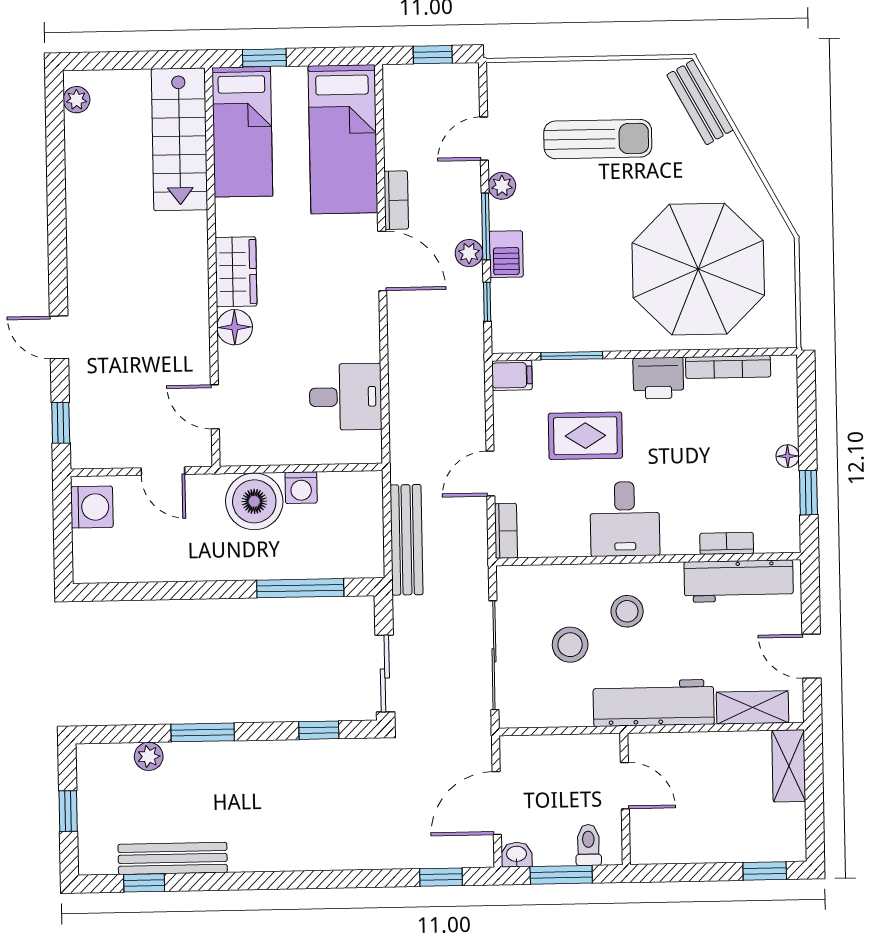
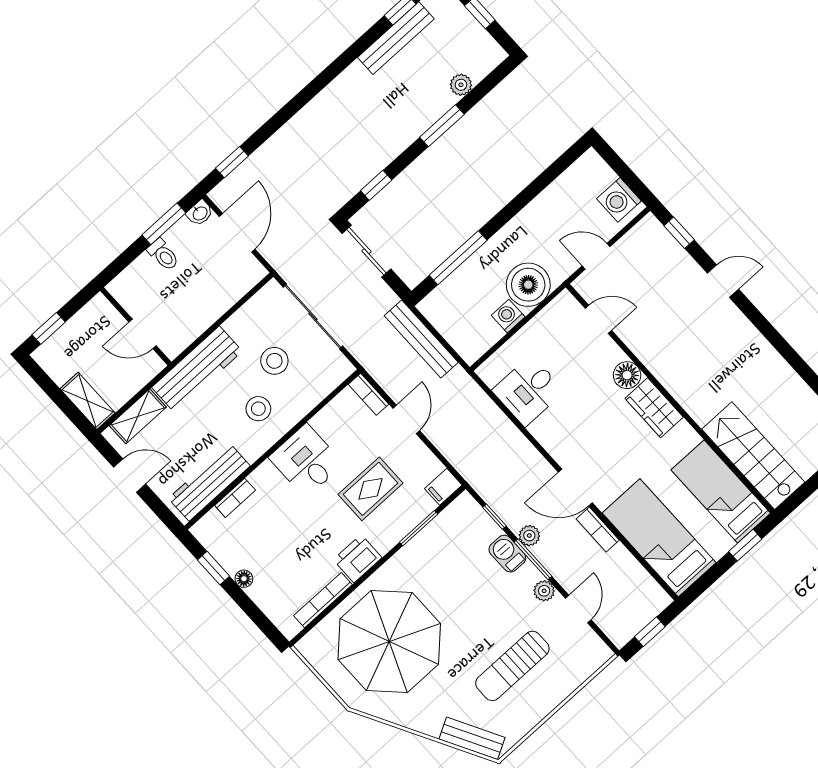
door: (625, 786) -> (143, 334), moved
wall: (625, 799) -> (136, 326), moved

